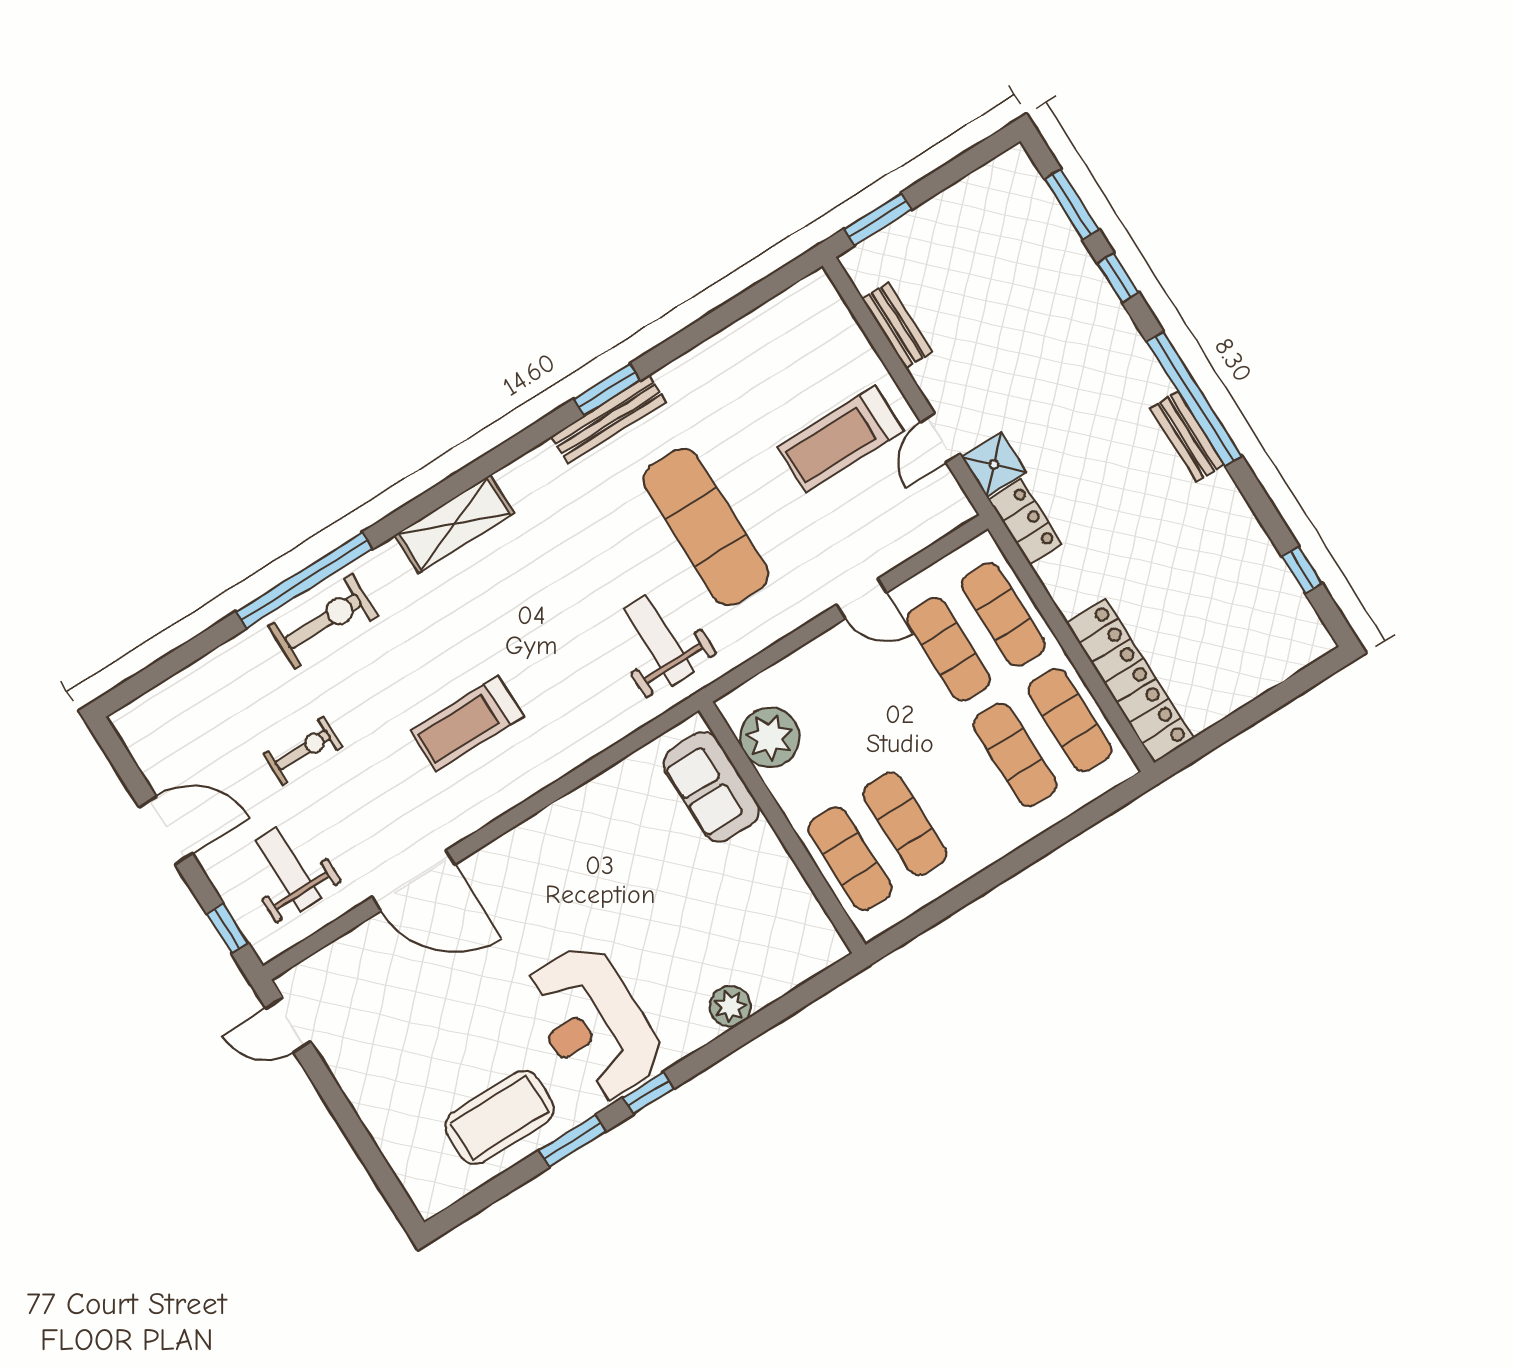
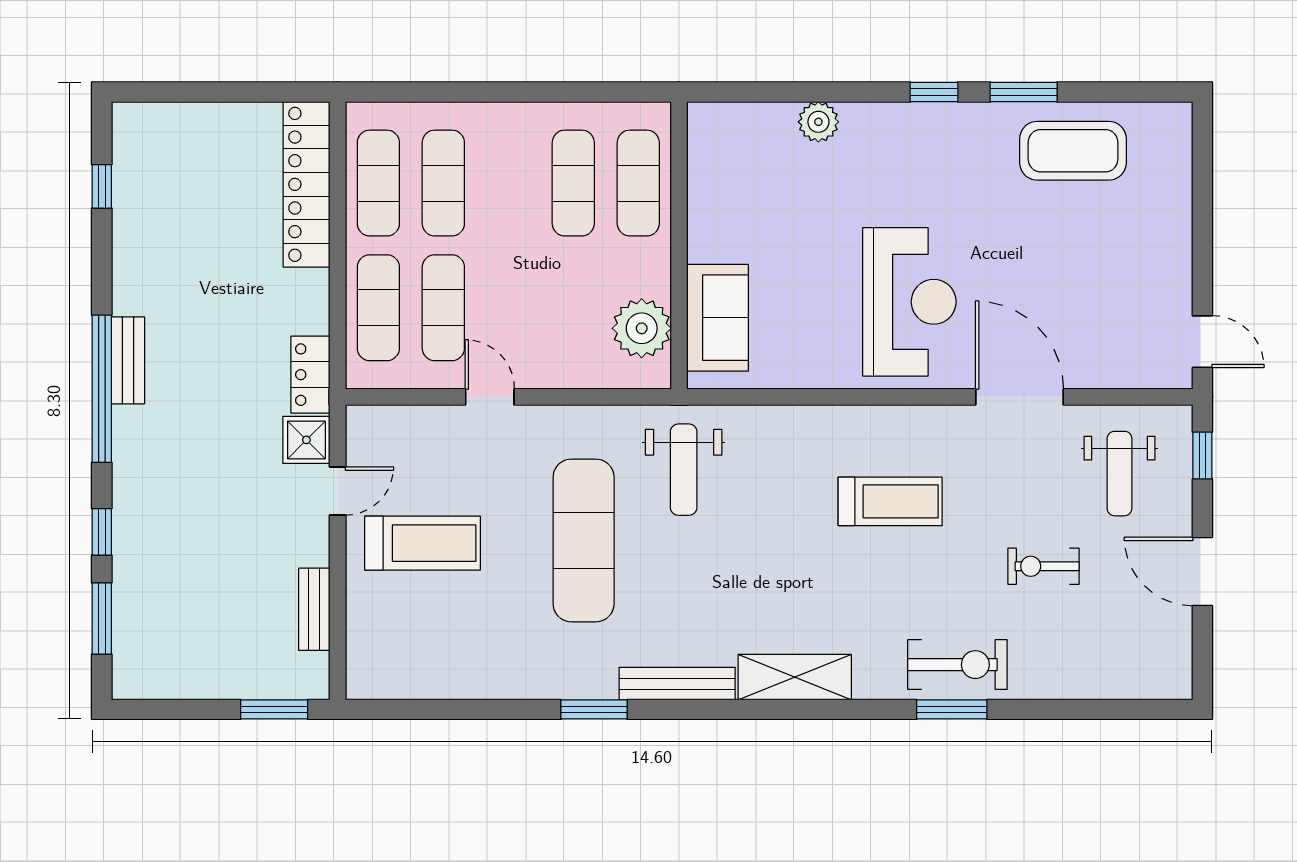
bench: (609, 419) -> (677, 684), moved
window: (304, 580) -> (952, 709), width x0.47
exercise bike: (323, 621) -> (957, 665), turned 180
reception desk: (593, 1023) -> (909, 302), moved

